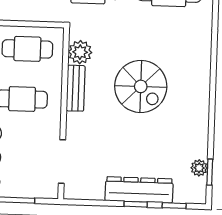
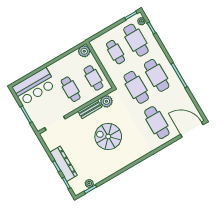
spiral stairs: (141, 86) -> (108, 136), turned 90

